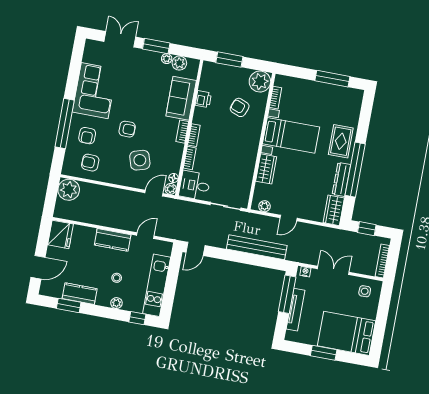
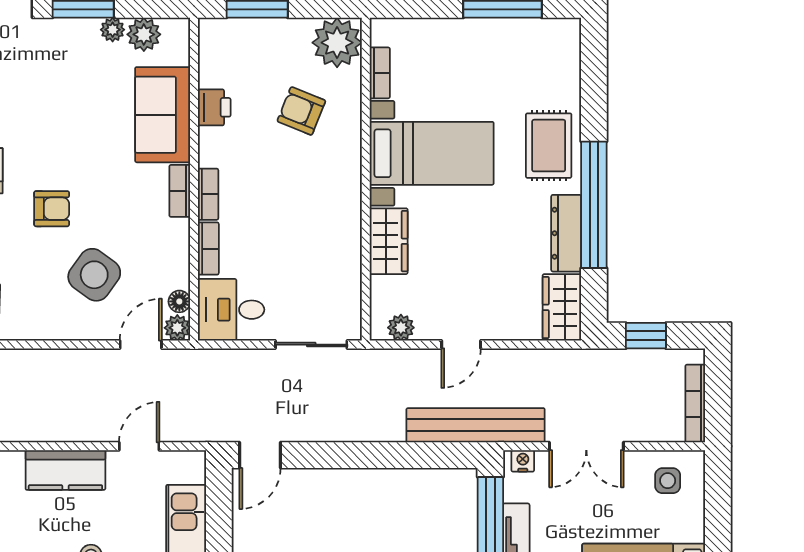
side table: (140, 160) -> (94, 275), turned -37
bench: (257, 247) -> (476, 425), moved
double door: (333, 270) -> (586, 446), swing flipped

